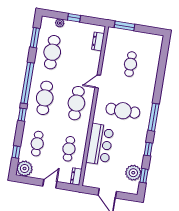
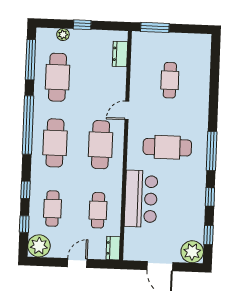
window: (35, 38) -> (30, 60), width x1.44
window: (22, 115) -> (25, 190), moved
plant: (133, 173) -> (192, 252), moved

